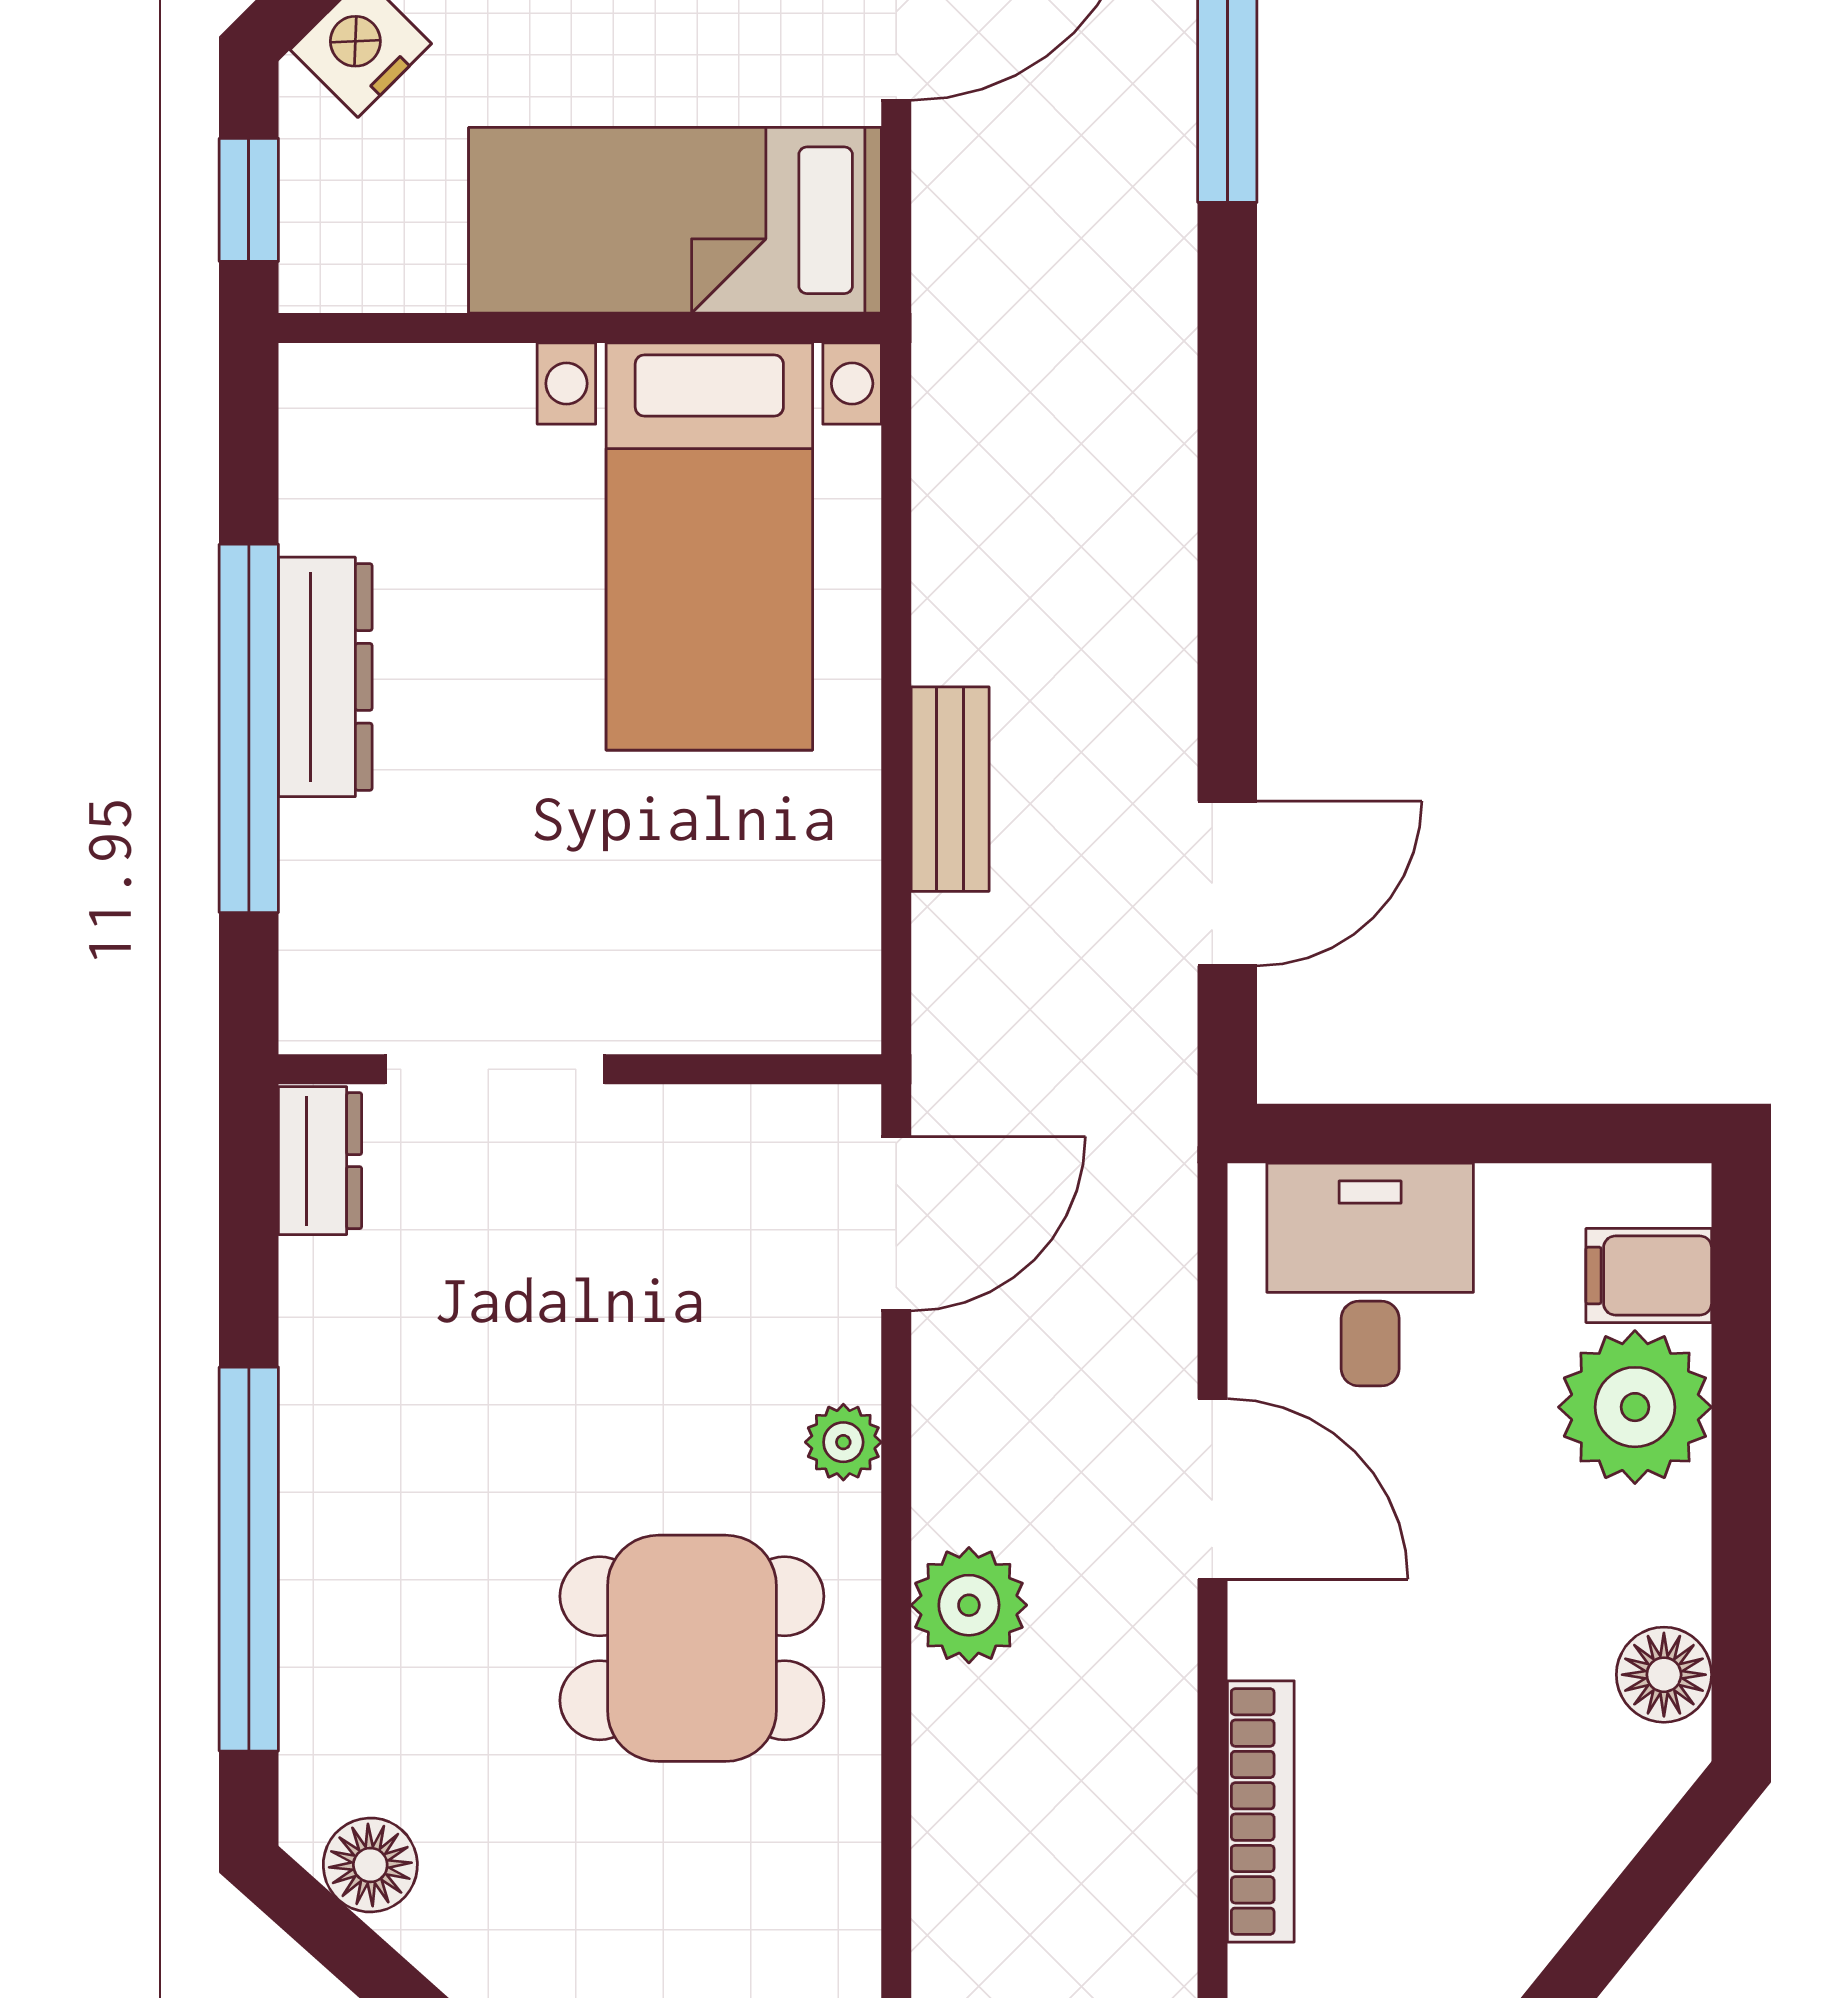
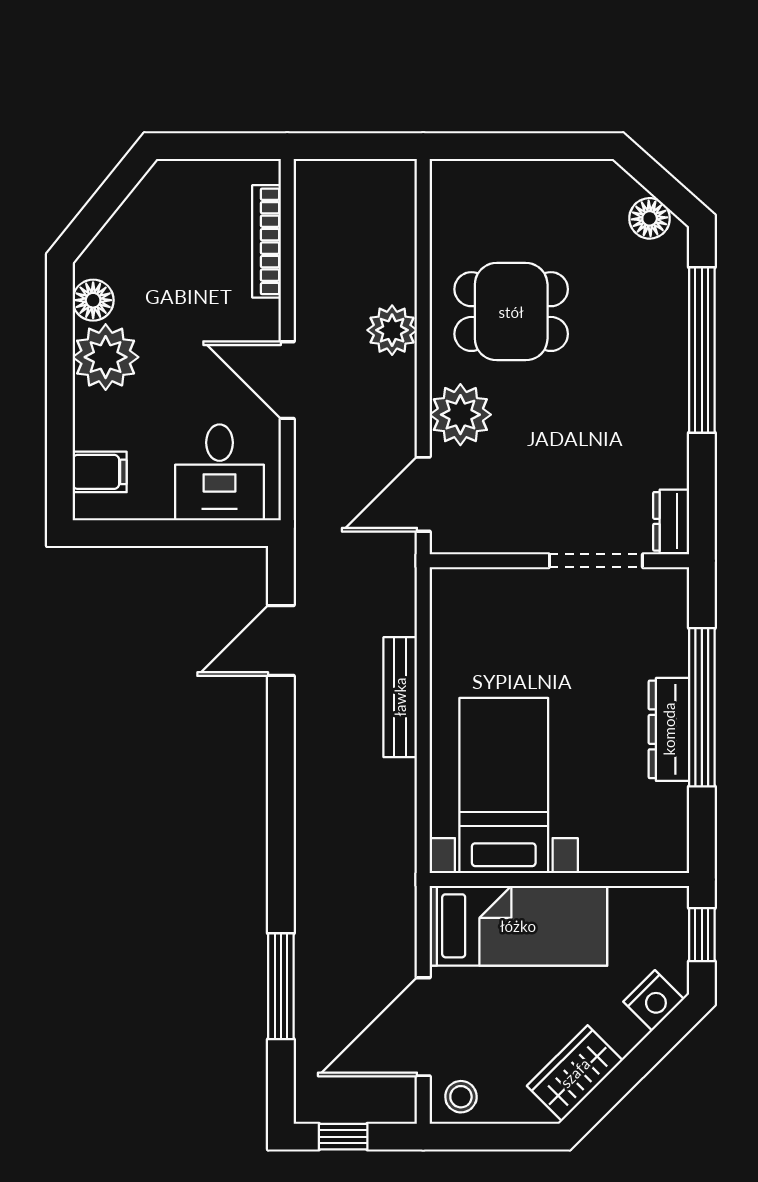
bench: (950, 789) -> (400, 697), width x1.36
plant: (1635, 1407) -> (106, 357), moved
plant: (843, 1442) -> (460, 415), width x1.88, depth x1.88

